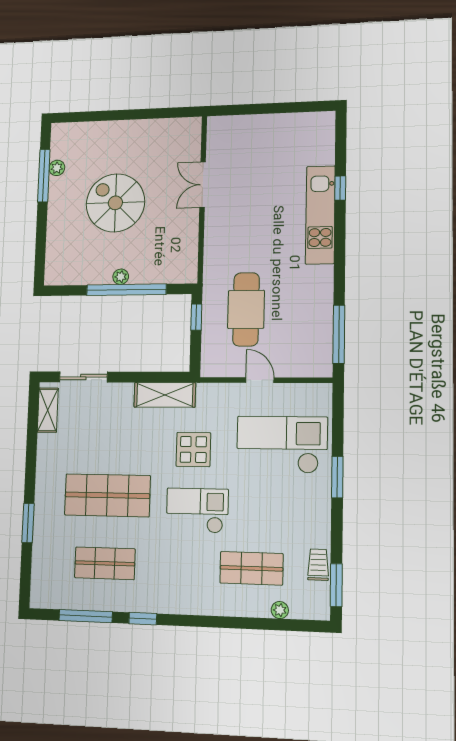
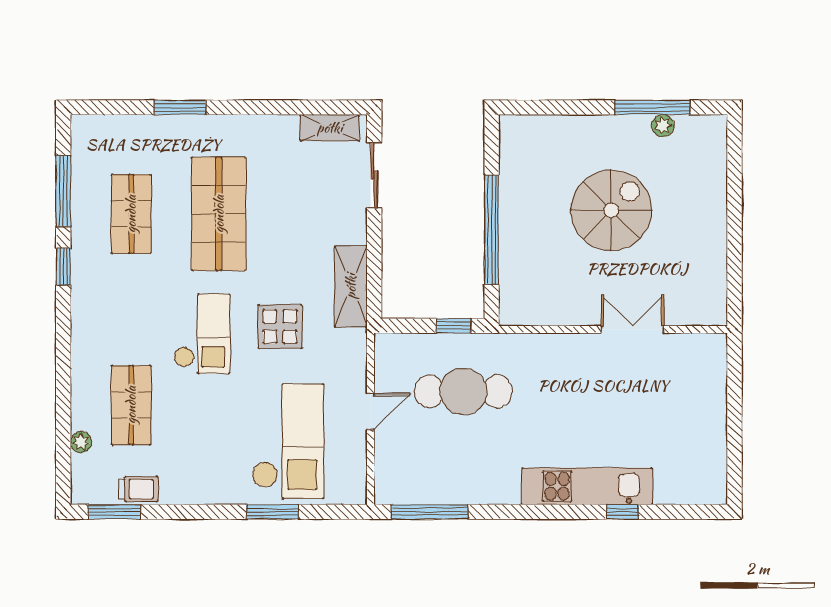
plant: (121, 277) -> (509, 221), removed
window: (337, 477) -> (272, 512), moved

